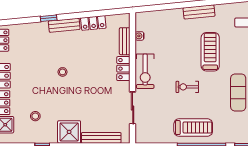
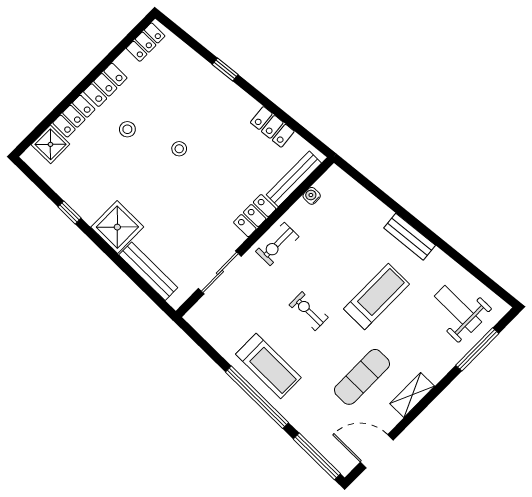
bench: (64, 25) -> (235, 96), removed
bench: (125, 41) -> (294, 179), width x1.36
exercise bike: (145, 71) -> (277, 244), width x0.73, depth x0.72
stool: (35, 116) -> (127, 129), moved

